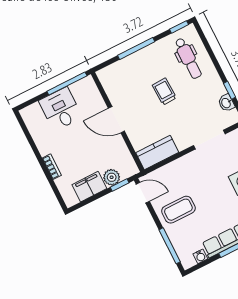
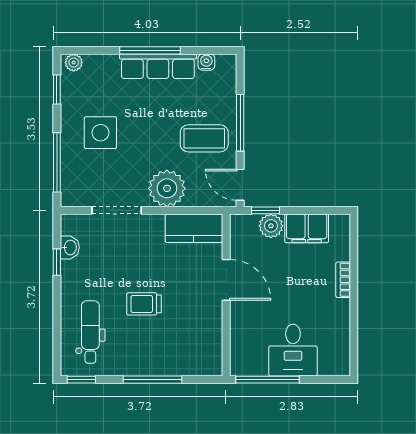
trolley: (164, 92) -> (144, 304), turned 92
door: (116, 120) -> (226, 280), moved
plant: (186, 168) -> (167, 188), added
window: (170, 246) -> (240, 123), moved

